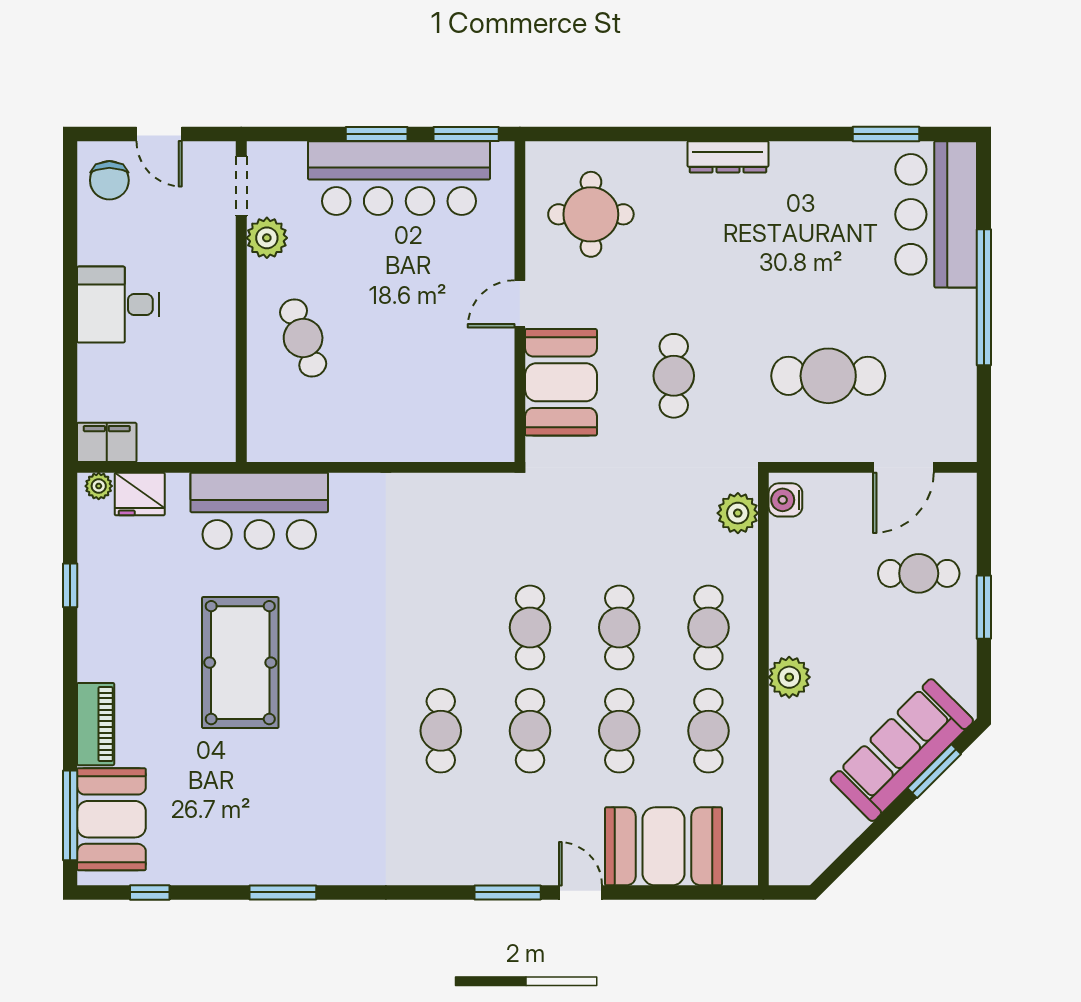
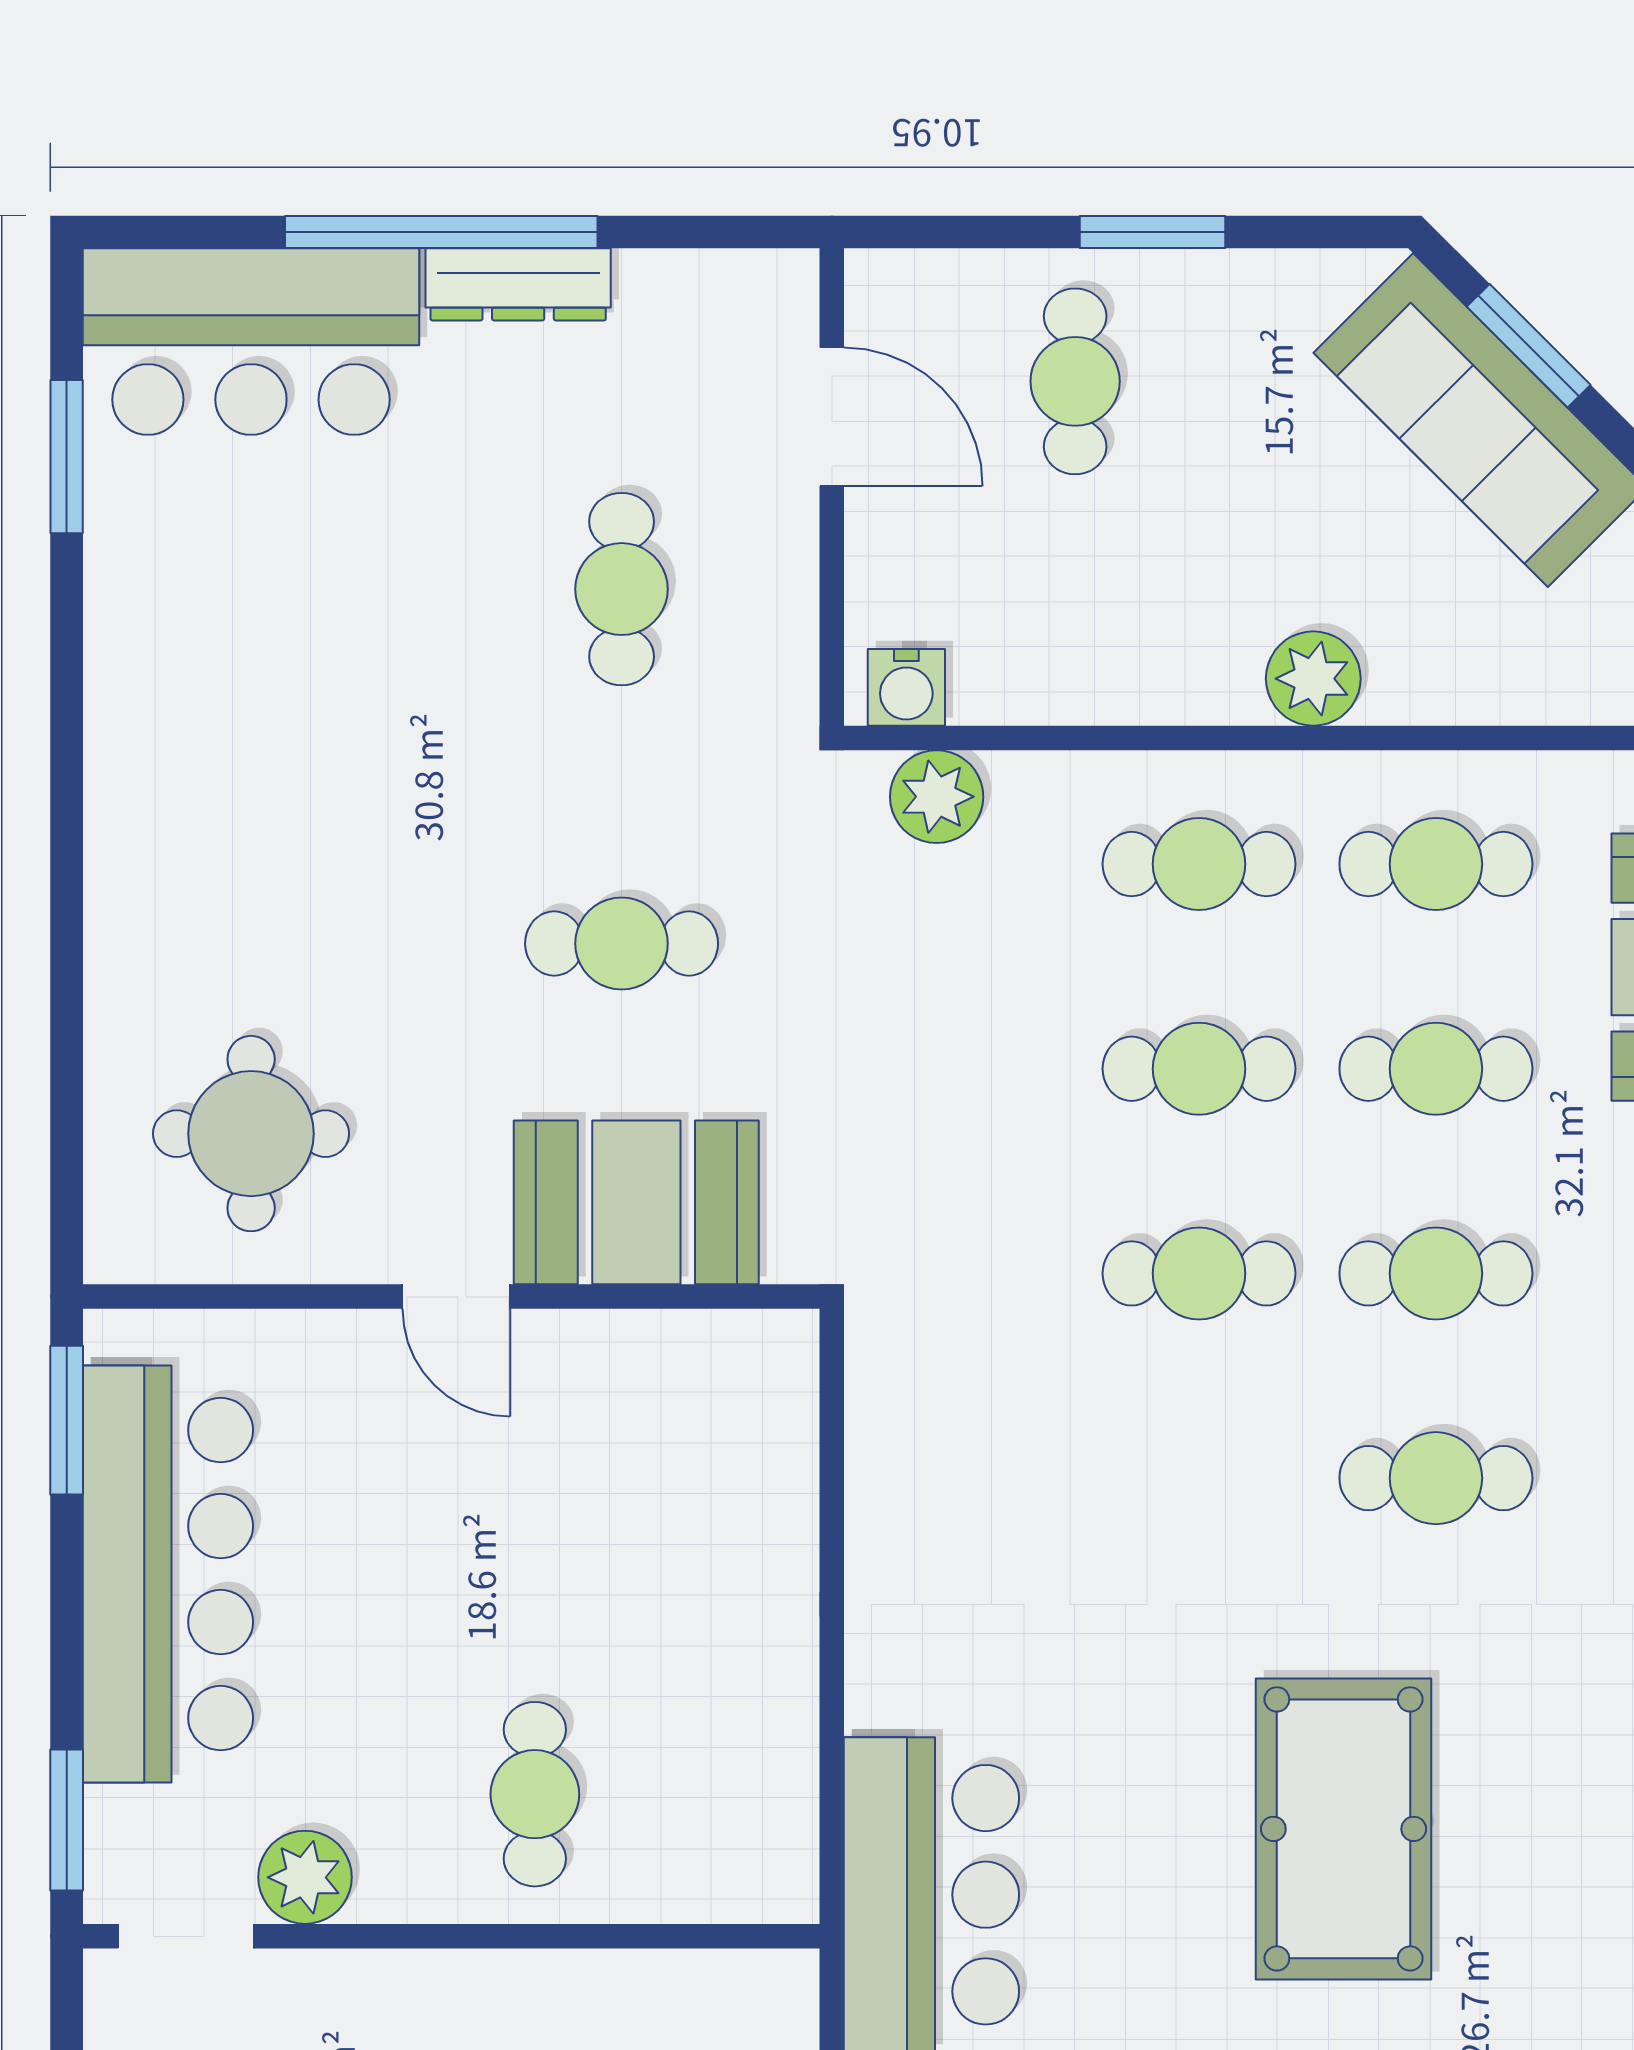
window: (377, 134) -> (67, 1820), moved
dresser: (728, 157) -> (518, 284), moved, turned 90
cafe table: (303, 338) -> (535, 1794), turned -70
cafe table: (828, 376) -> (622, 589), width x0.73, depth x0.74
pool table: (240, 663) -> (1344, 1829), moved, turned 90

